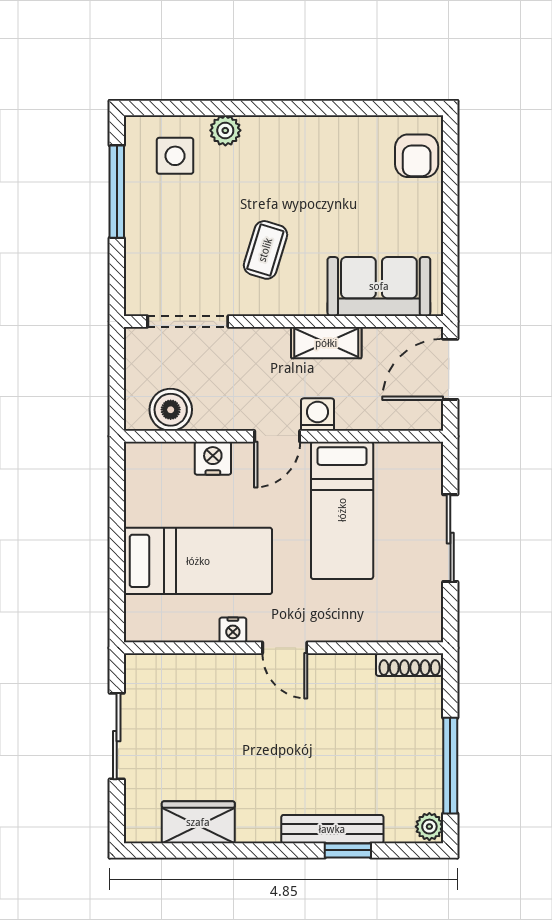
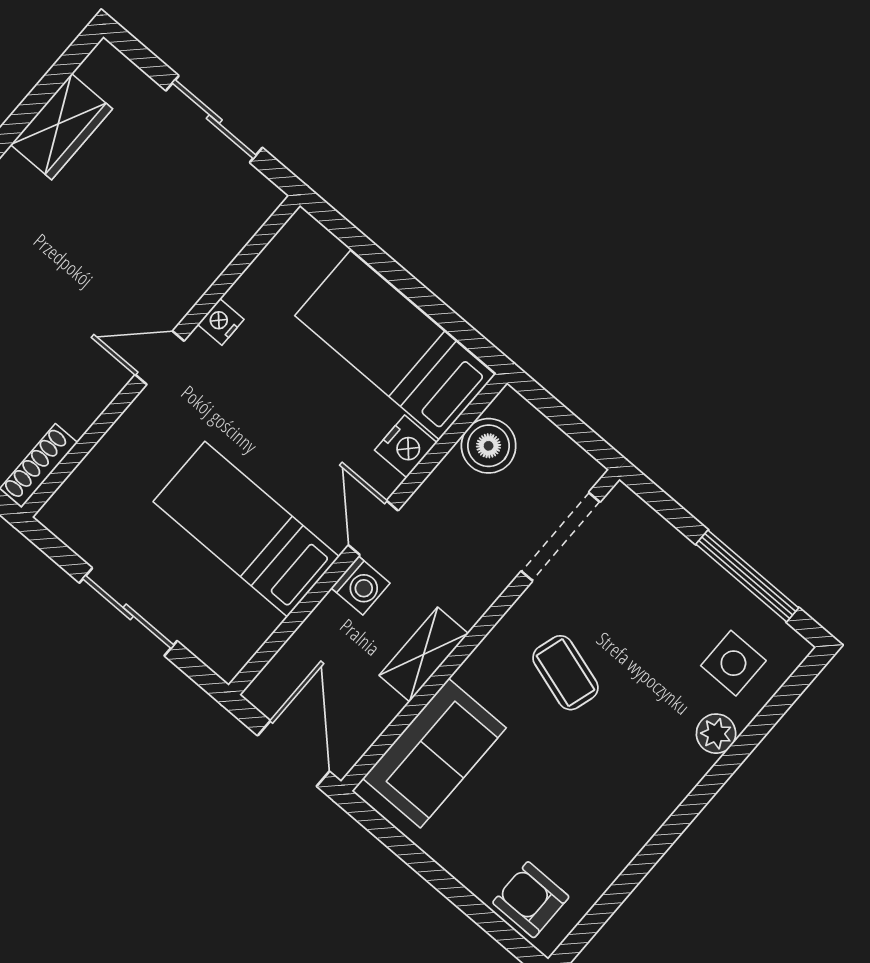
bed: (198, 561) -> (395, 345), moved, turned 90

